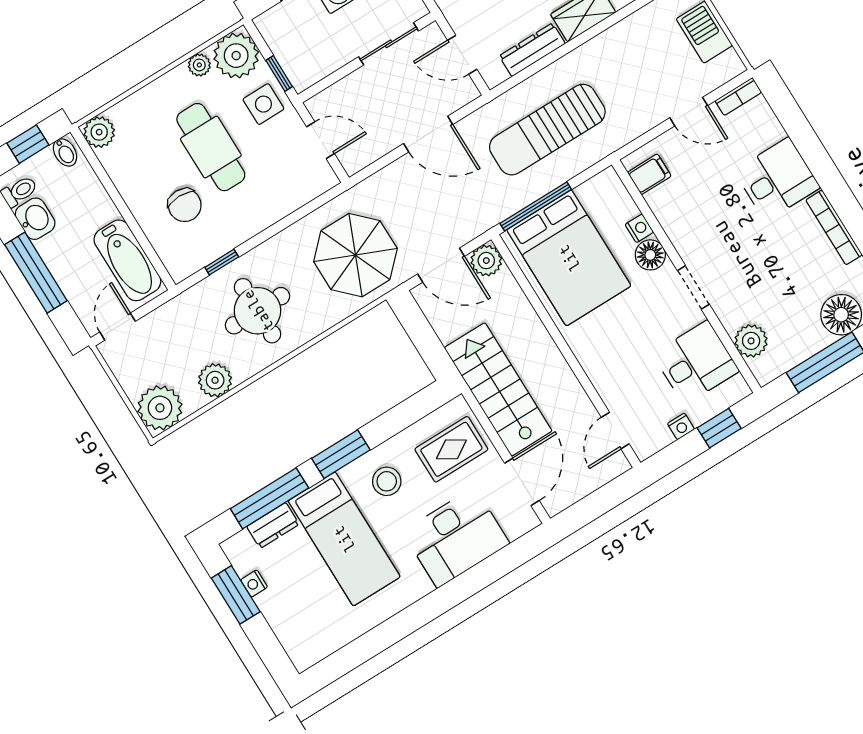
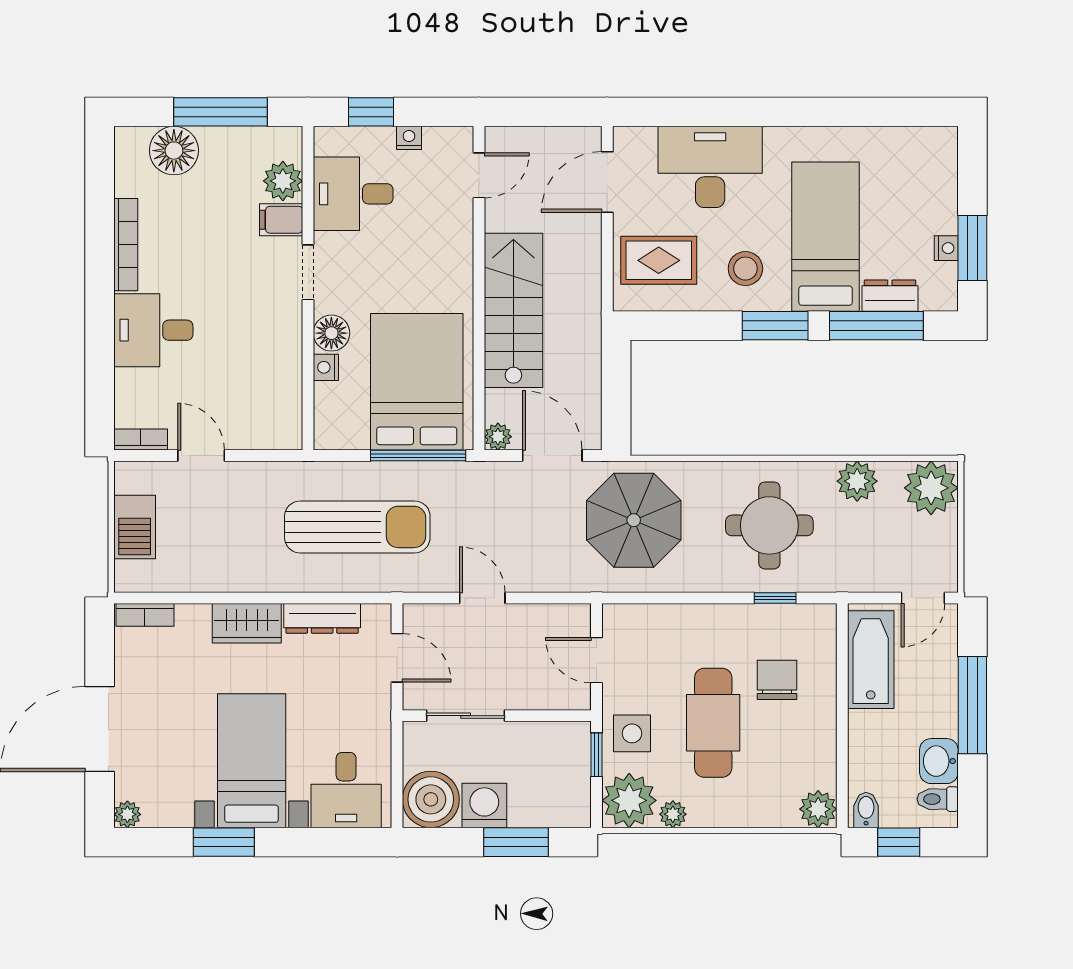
door: (428, 134) -> (482, 598), width x0.73
filing cabinet: (649, 174) -> (281, 220), moved
plant: (486, 261) -> (498, 437), width x0.73, depth x0.73
stairs: (498, 389) -> (513, 310), moved, turned 180

